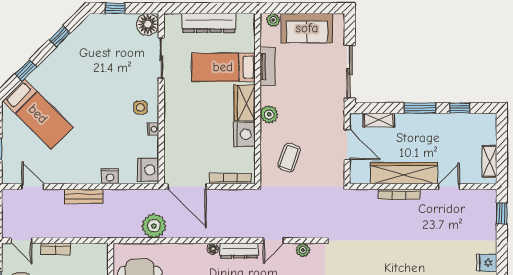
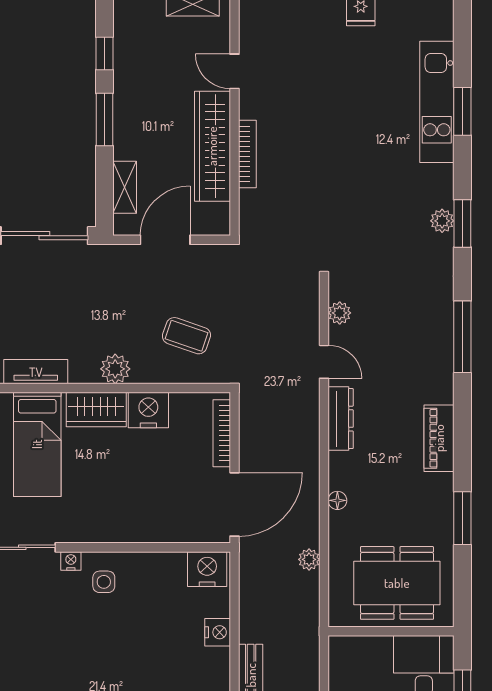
nightstand: (153, 129) -> (71, 561), moved
plant: (154, 226) -> (309, 559), width x0.53, depth x0.53
floor lamp: (213, 249) -> (337, 500), moved

